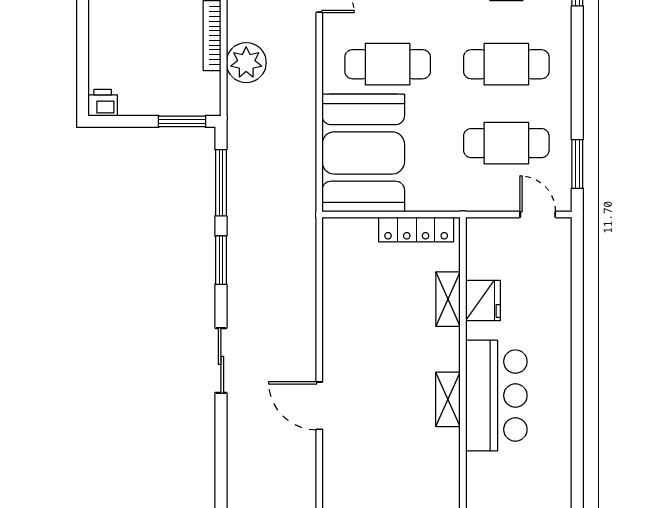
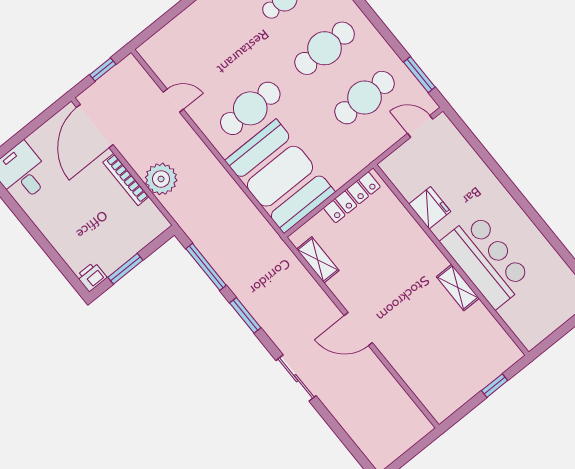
window: (182, 121) -> (125, 269), moved
shelving: (448, 299) -> (318, 260), moved
door: (319, 406) -> (358, 329), moved

